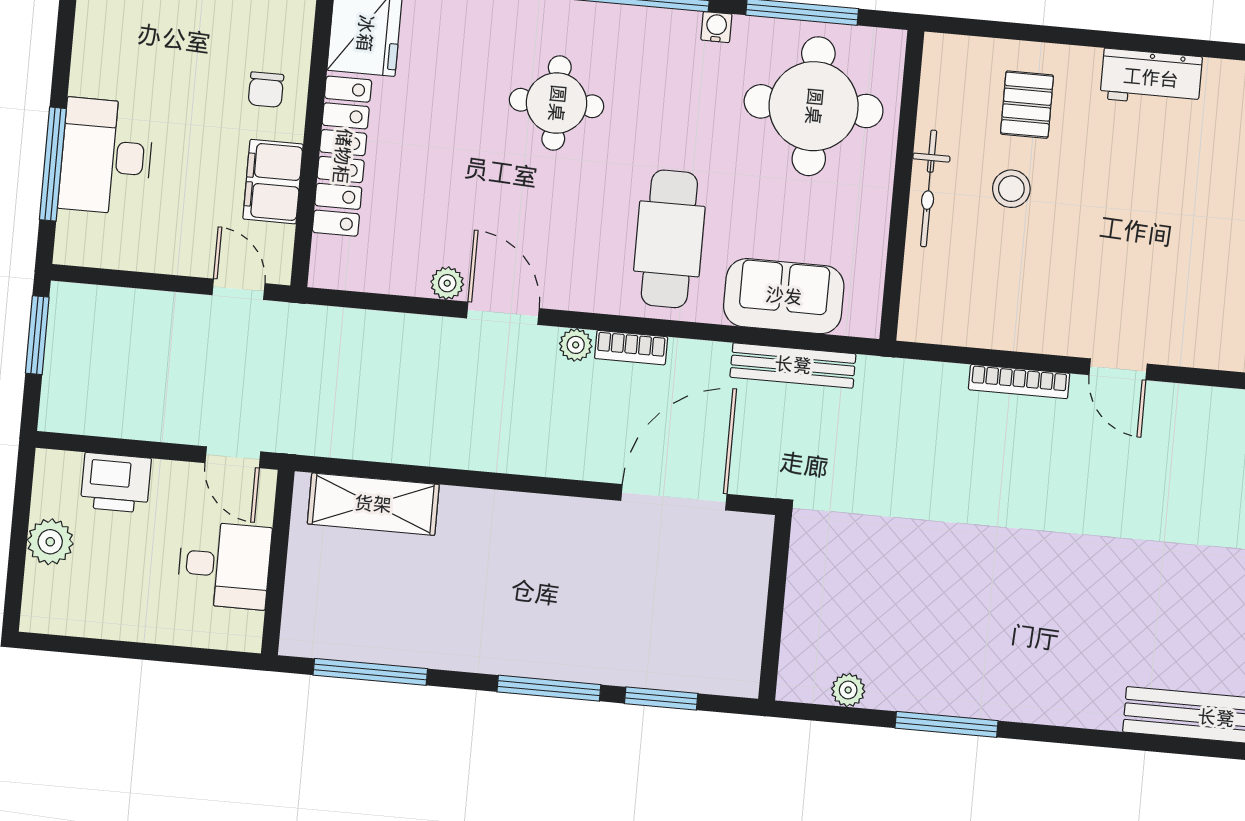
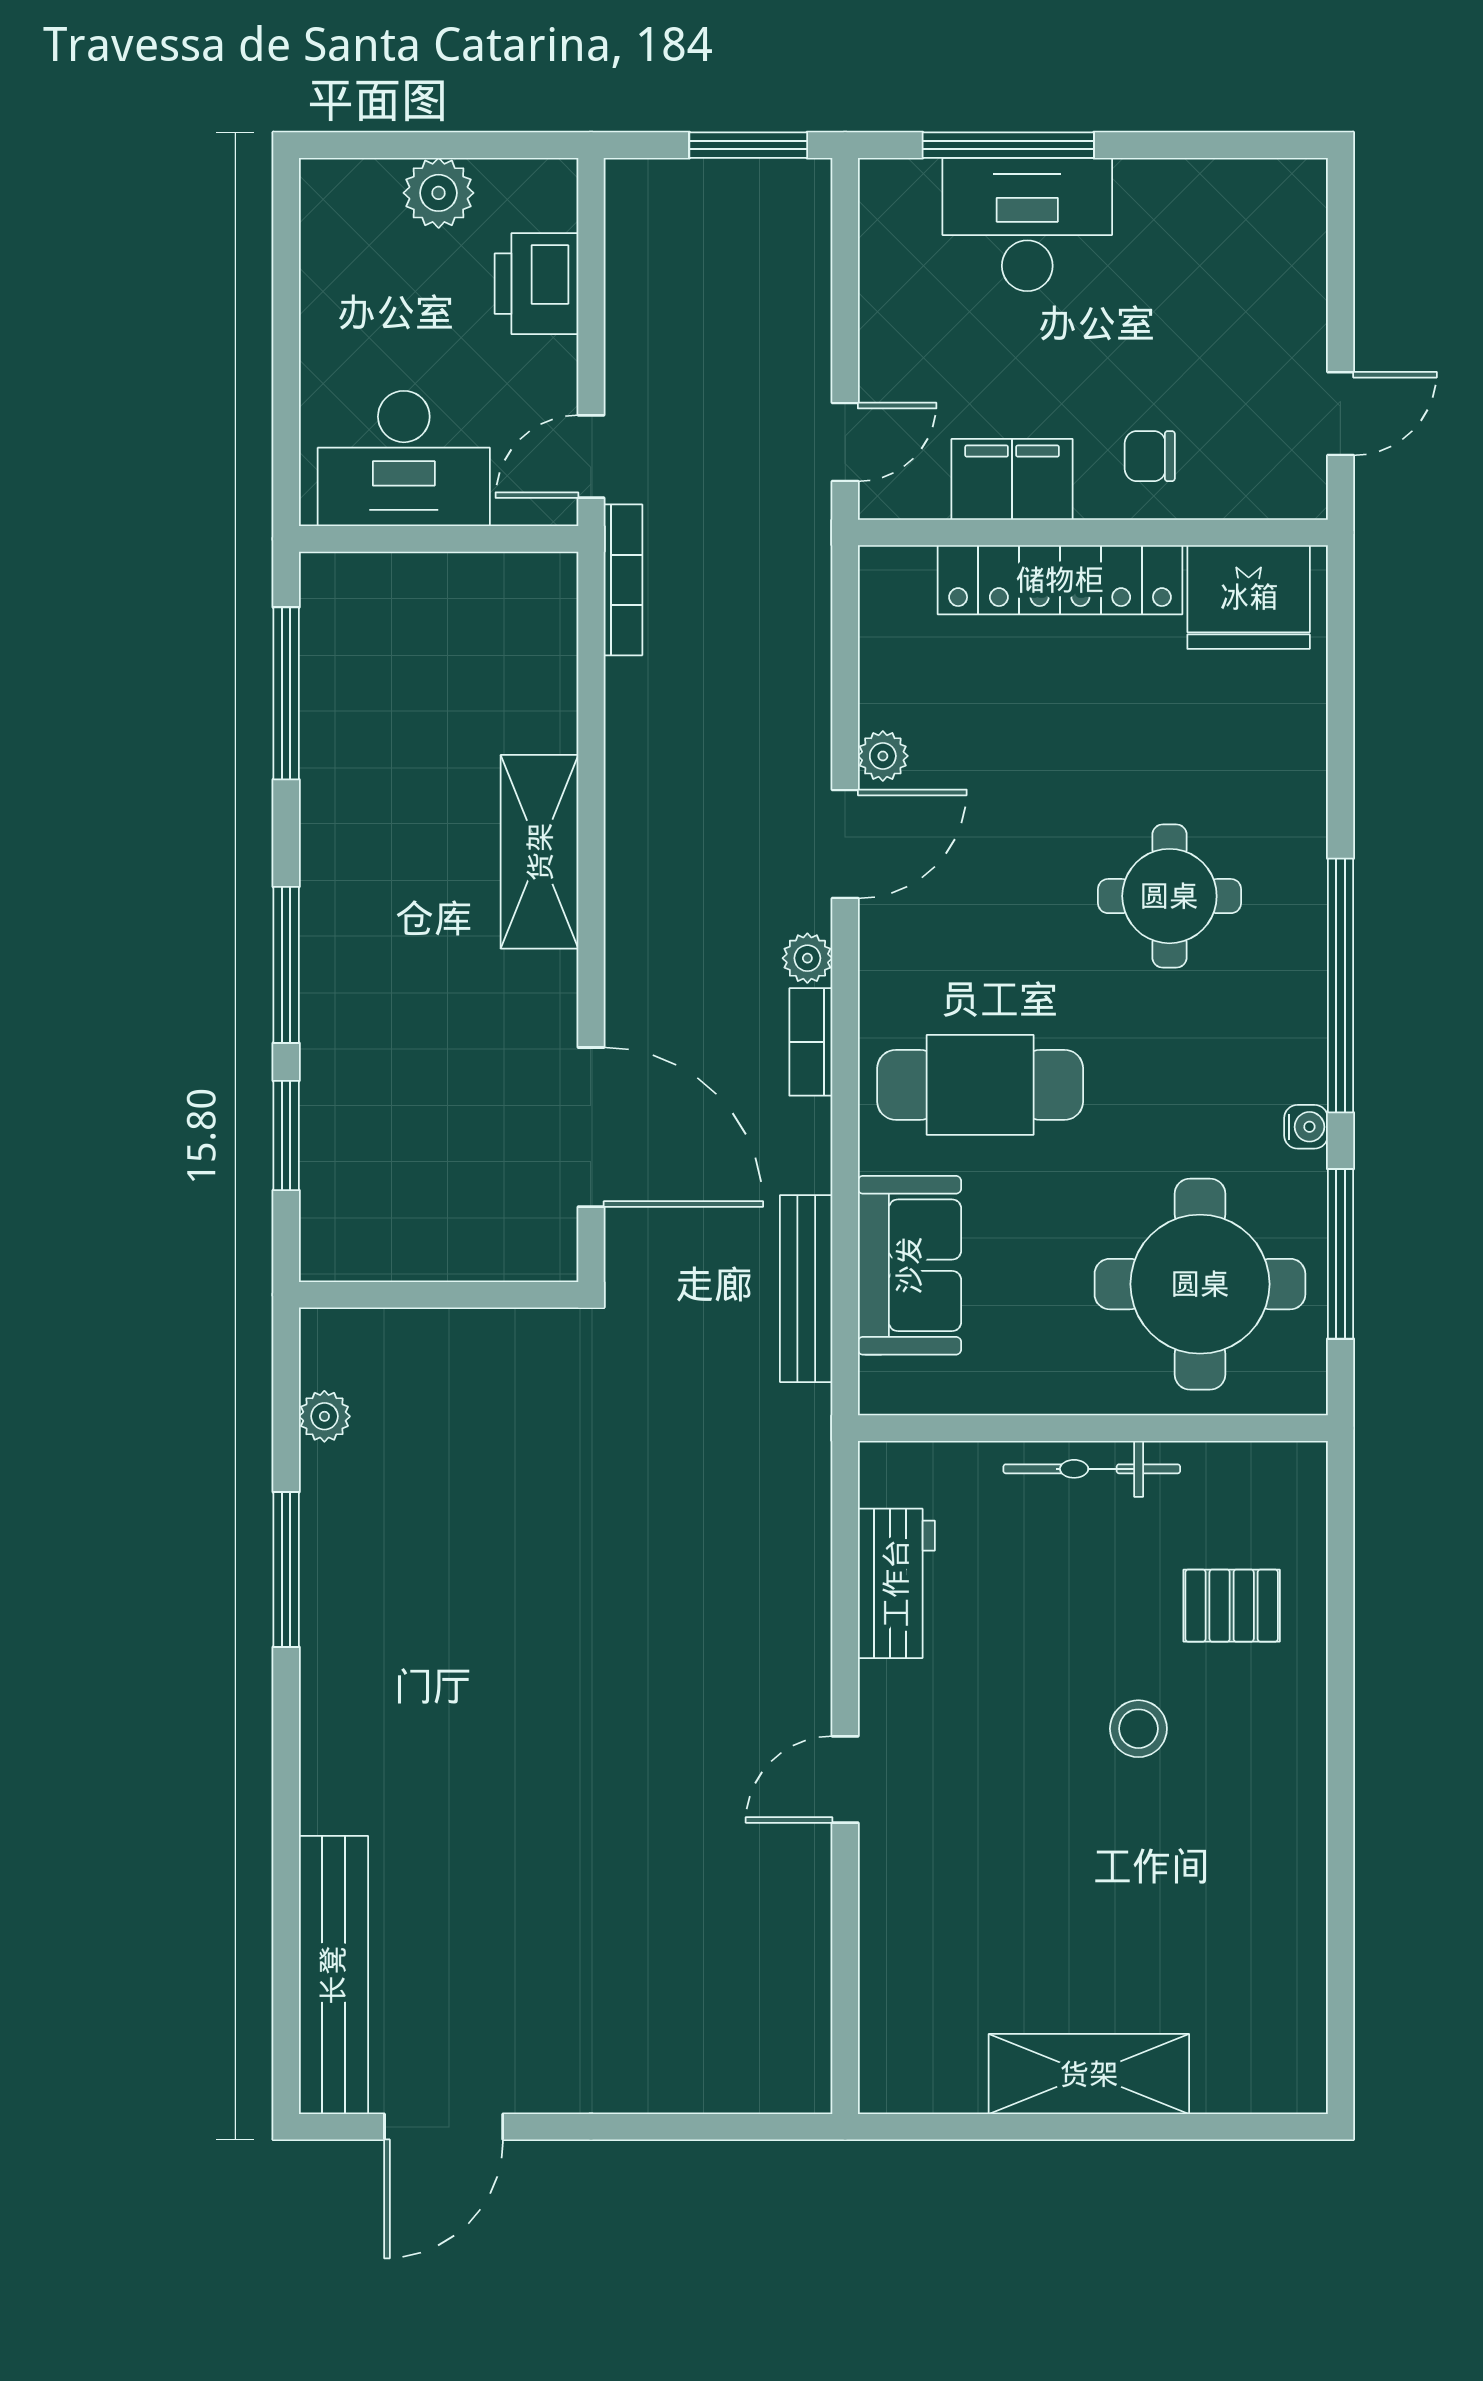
workbench: (1151, 78) -> (896, 1583), moved, turned 180
stool: (1011, 189) -> (1138, 1729), moved
bookcase: (1019, 382) -> (623, 580), moved, turned 180
shelving: (373, 504) -> (540, 852), moved
desk: (224, 565) -> (404, 458), width x1.37

